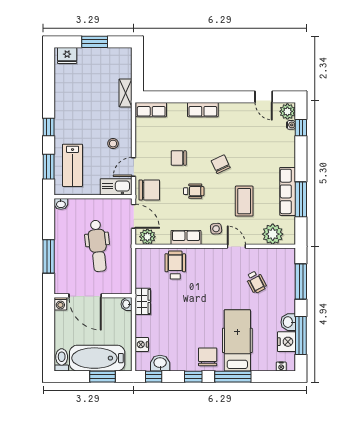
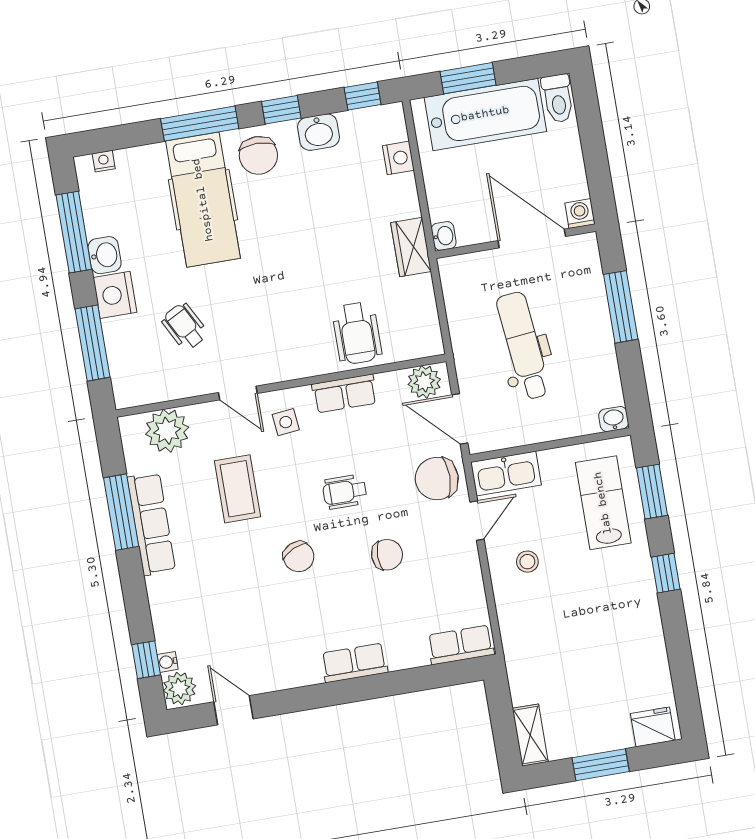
shelving: (126, 93) -> (530, 735), moved
nightstand: (286, 342) -> (115, 295), moved
washbasin: (160, 363) -> (319, 132), moved

